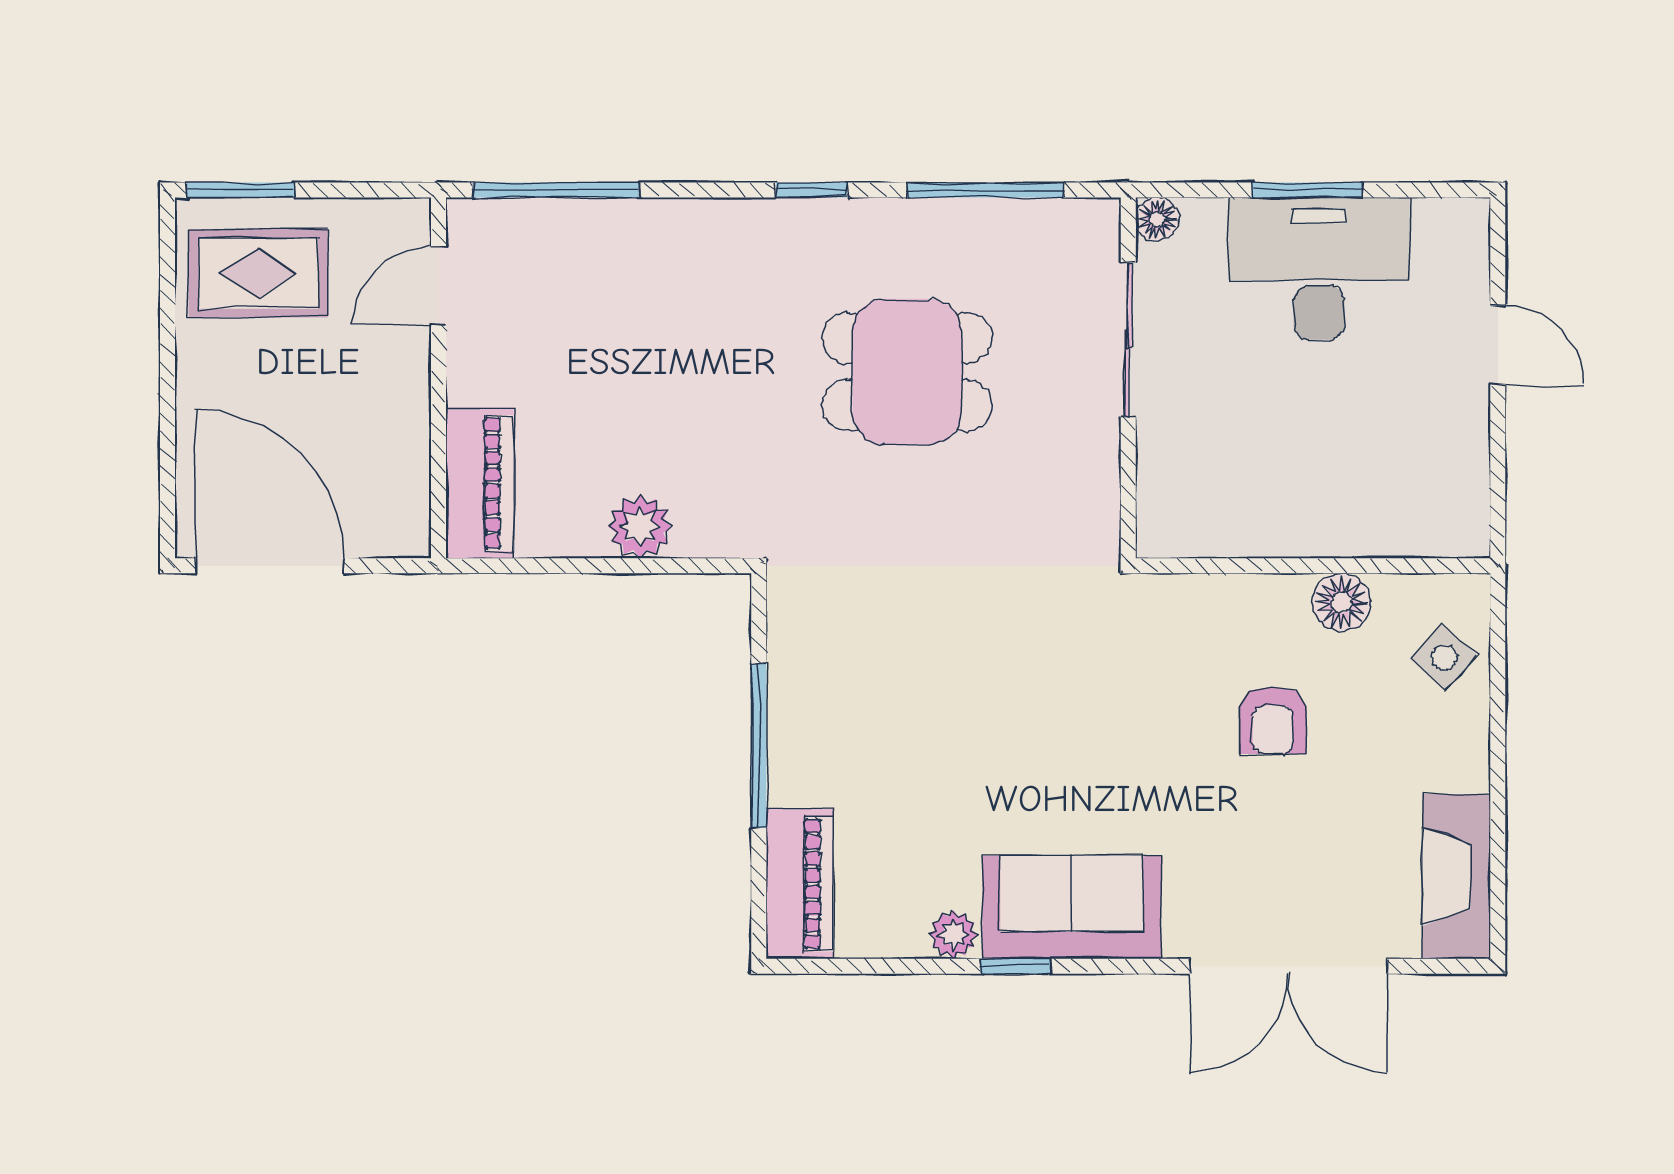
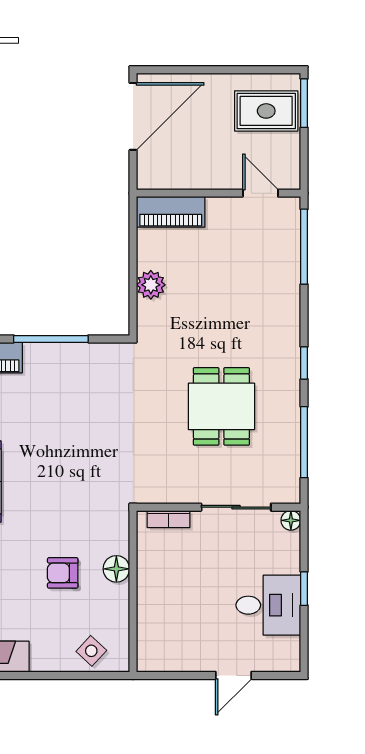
window: (1307, 190) -> (304, 589), width x0.67
desk: (1319, 269) -> (268, 605), width x0.73
rug: (258, 273) -> (266, 111), turned 90
bookcase: (1154, 488) -> (169, 519), added
floor lamp: (1341, 602) -> (116, 569), moved

